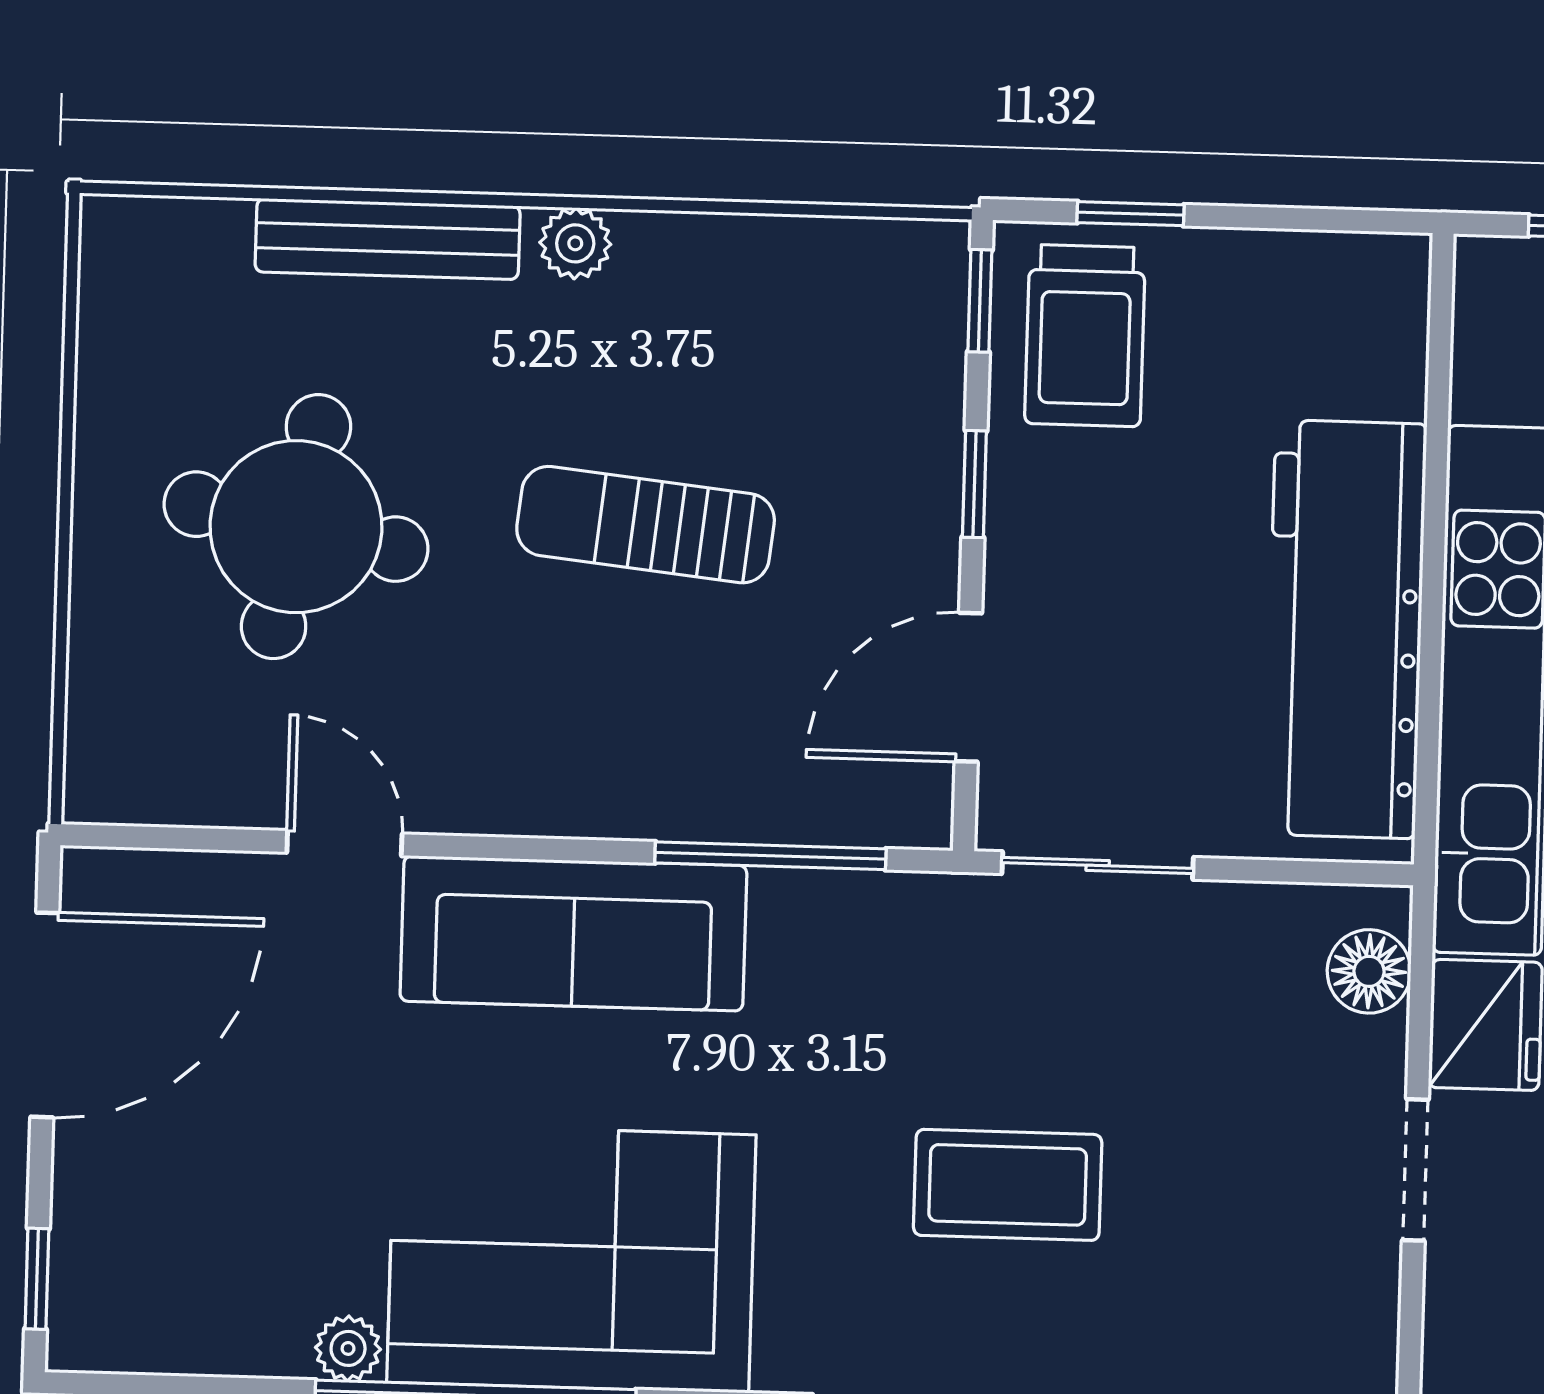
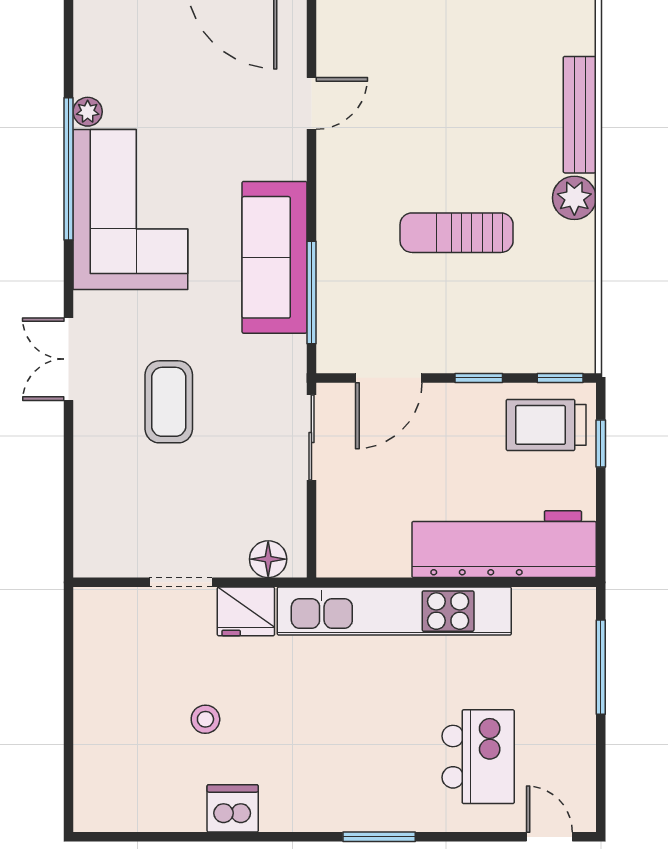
plant: (575, 243) -> (574, 198), width x1.38, depth x1.38
sun lounger: (646, 525) -> (457, 233), turned -96
round table: (296, 527) -> (451, 78), removed
workbench: (1345, 629) -> (504, 544), moved
door: (968, 687) -> (389, 378), swing flipped
sofa: (573, 933) -> (275, 257), moved

